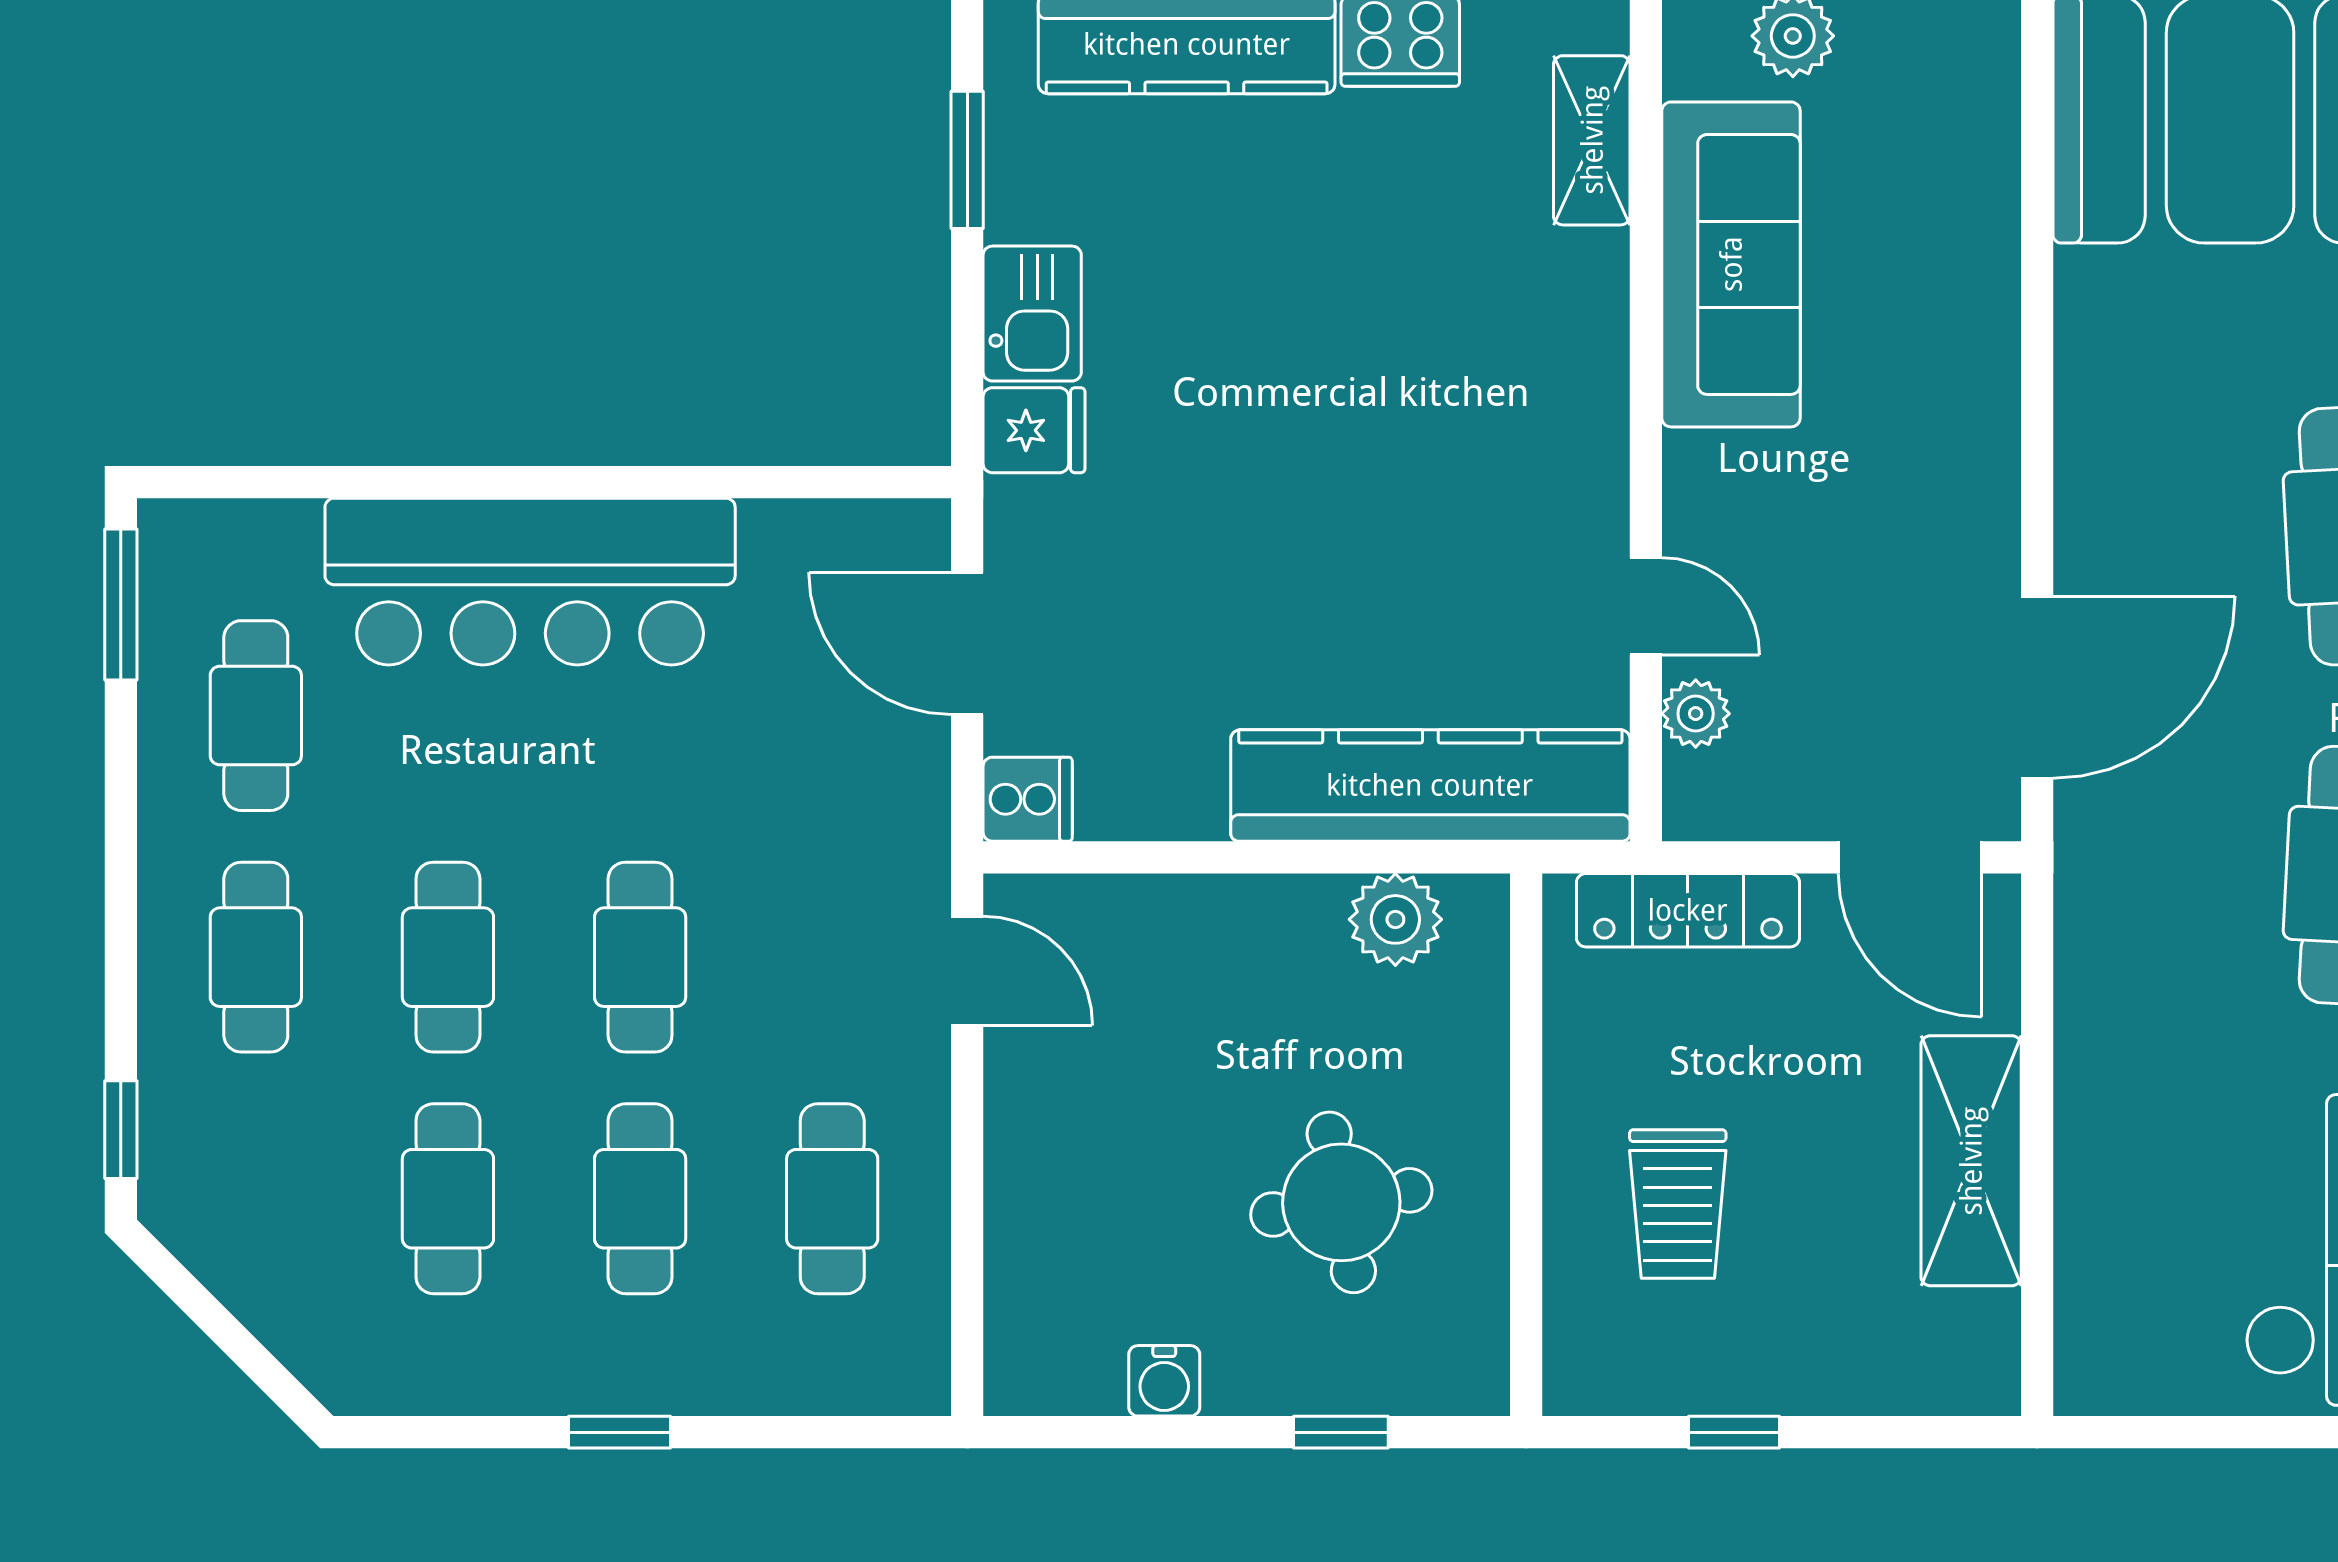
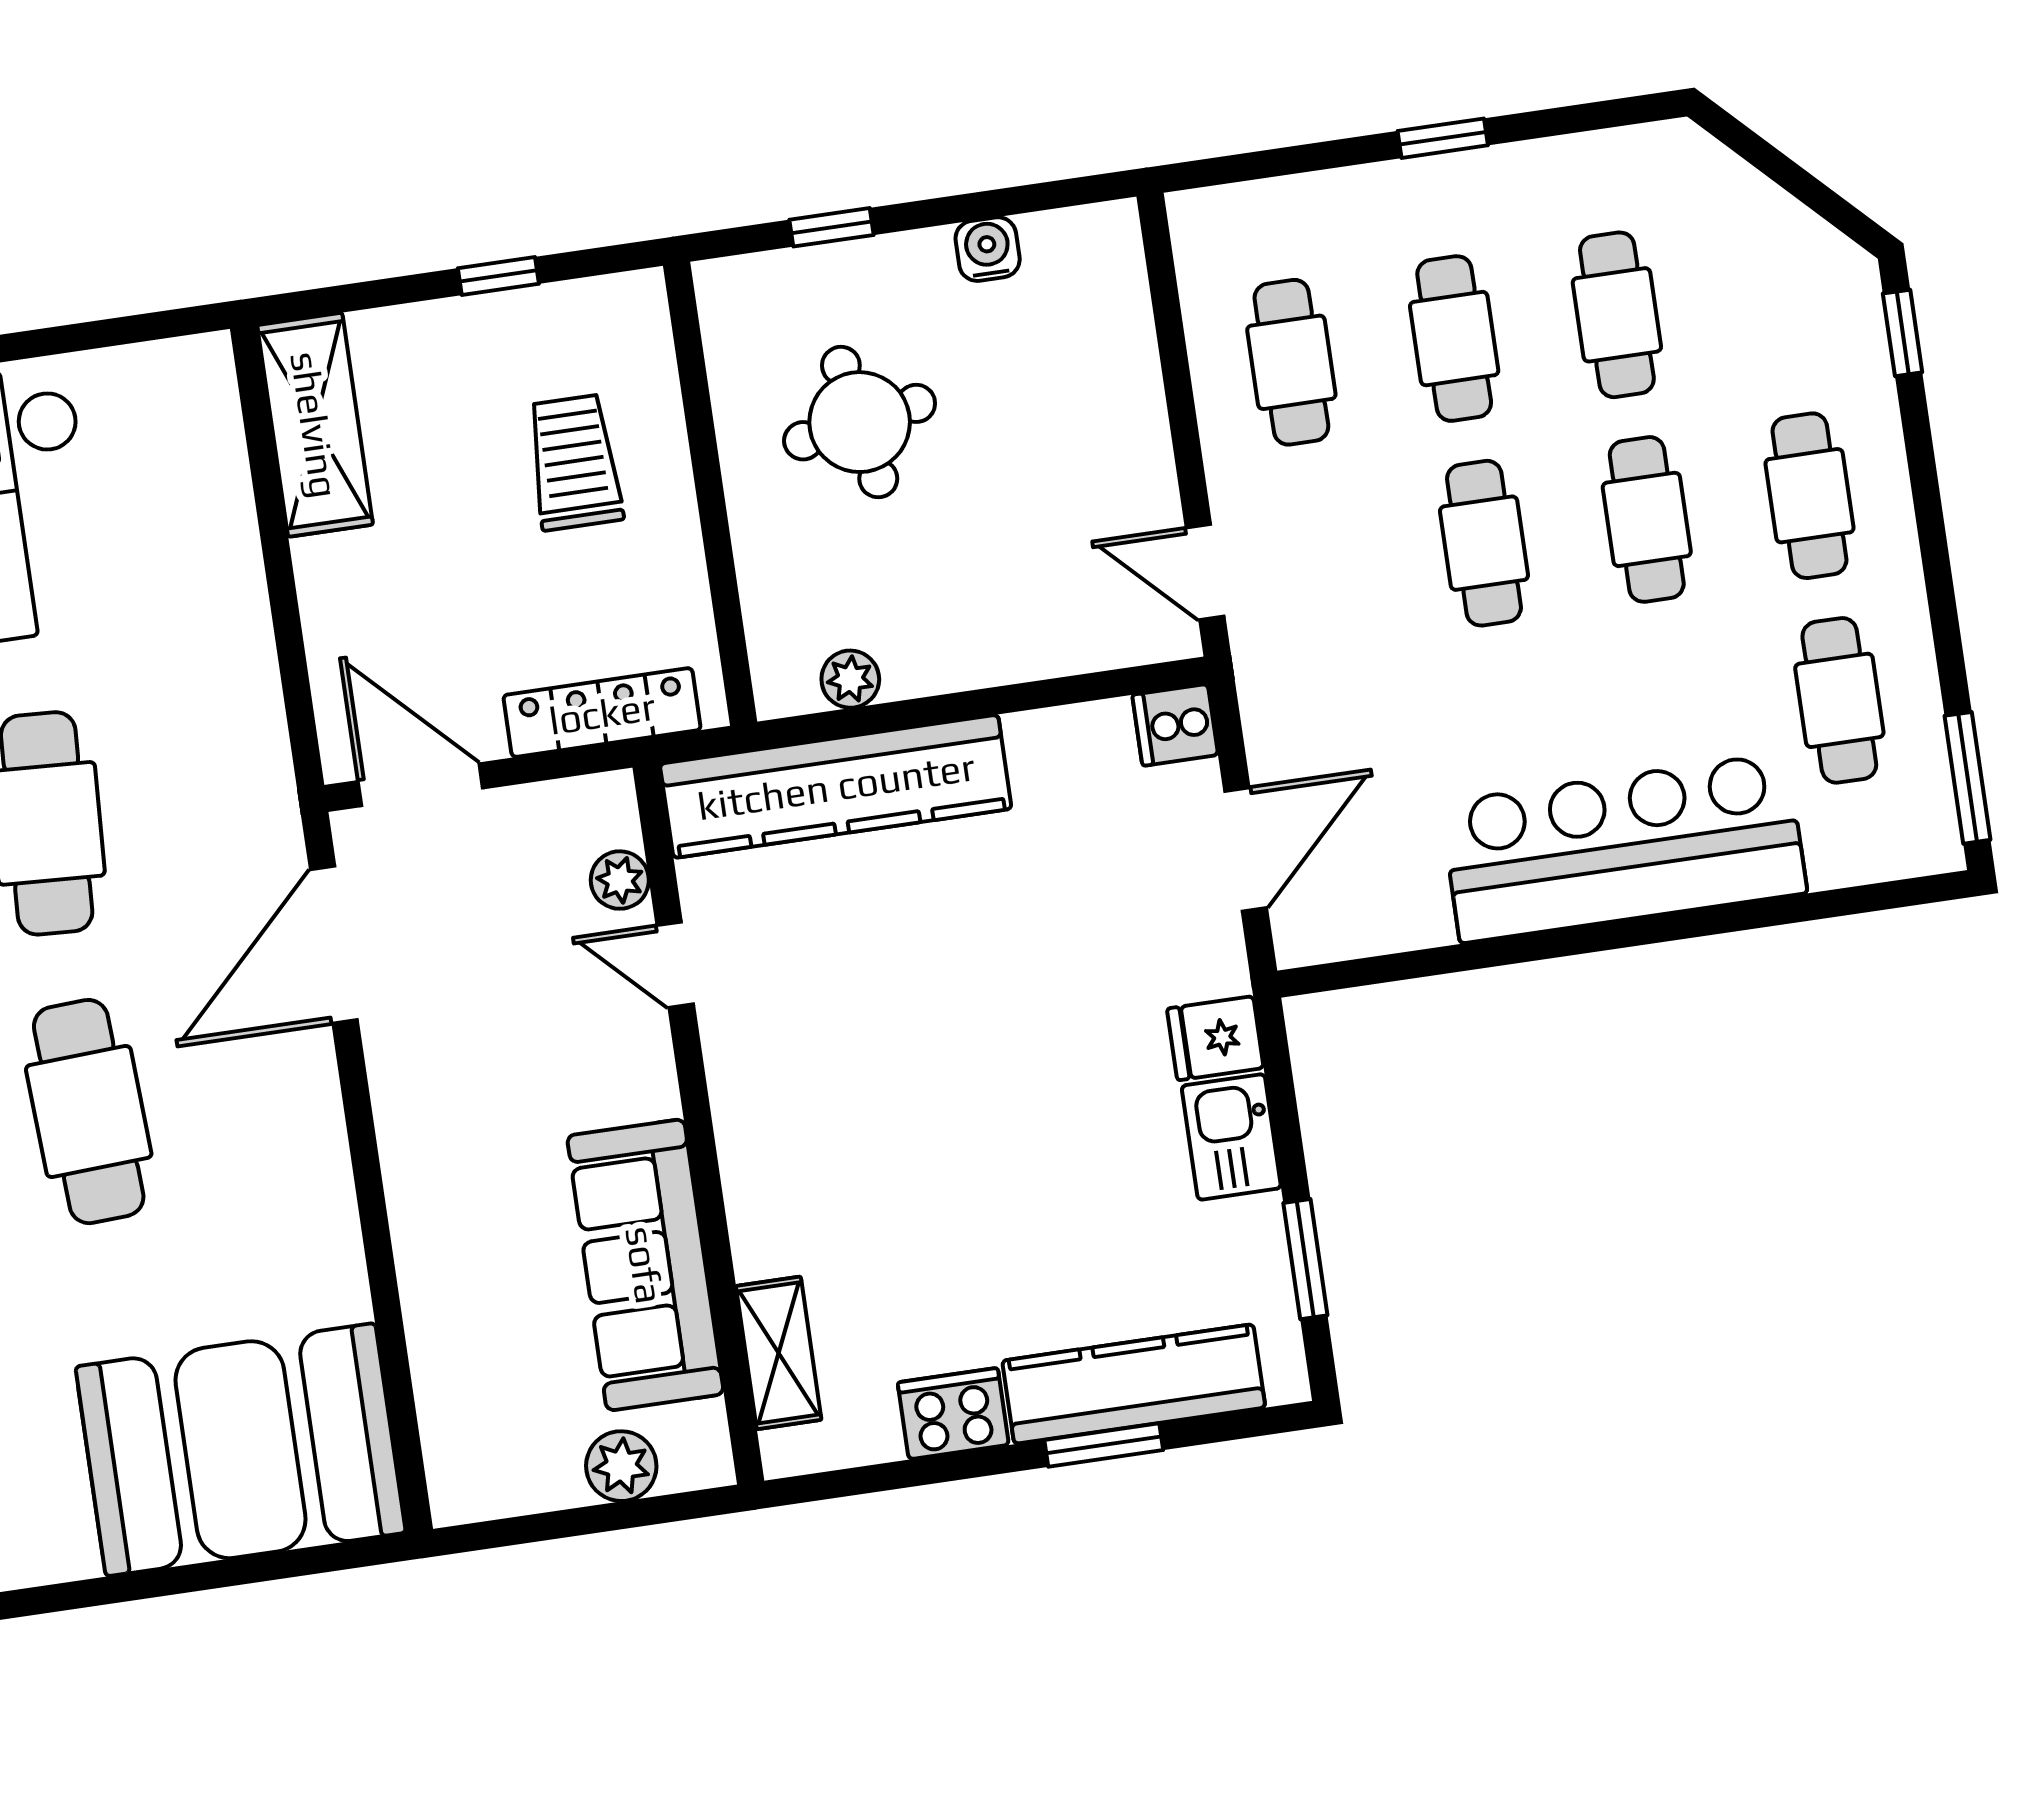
door: (967, 643) -> (1246, 849), hinge flipped
plant: (1395, 919) -> (850, 679), width x0.73, depth x0.73
shelving: (1971, 1161) -> (315, 425), moved

